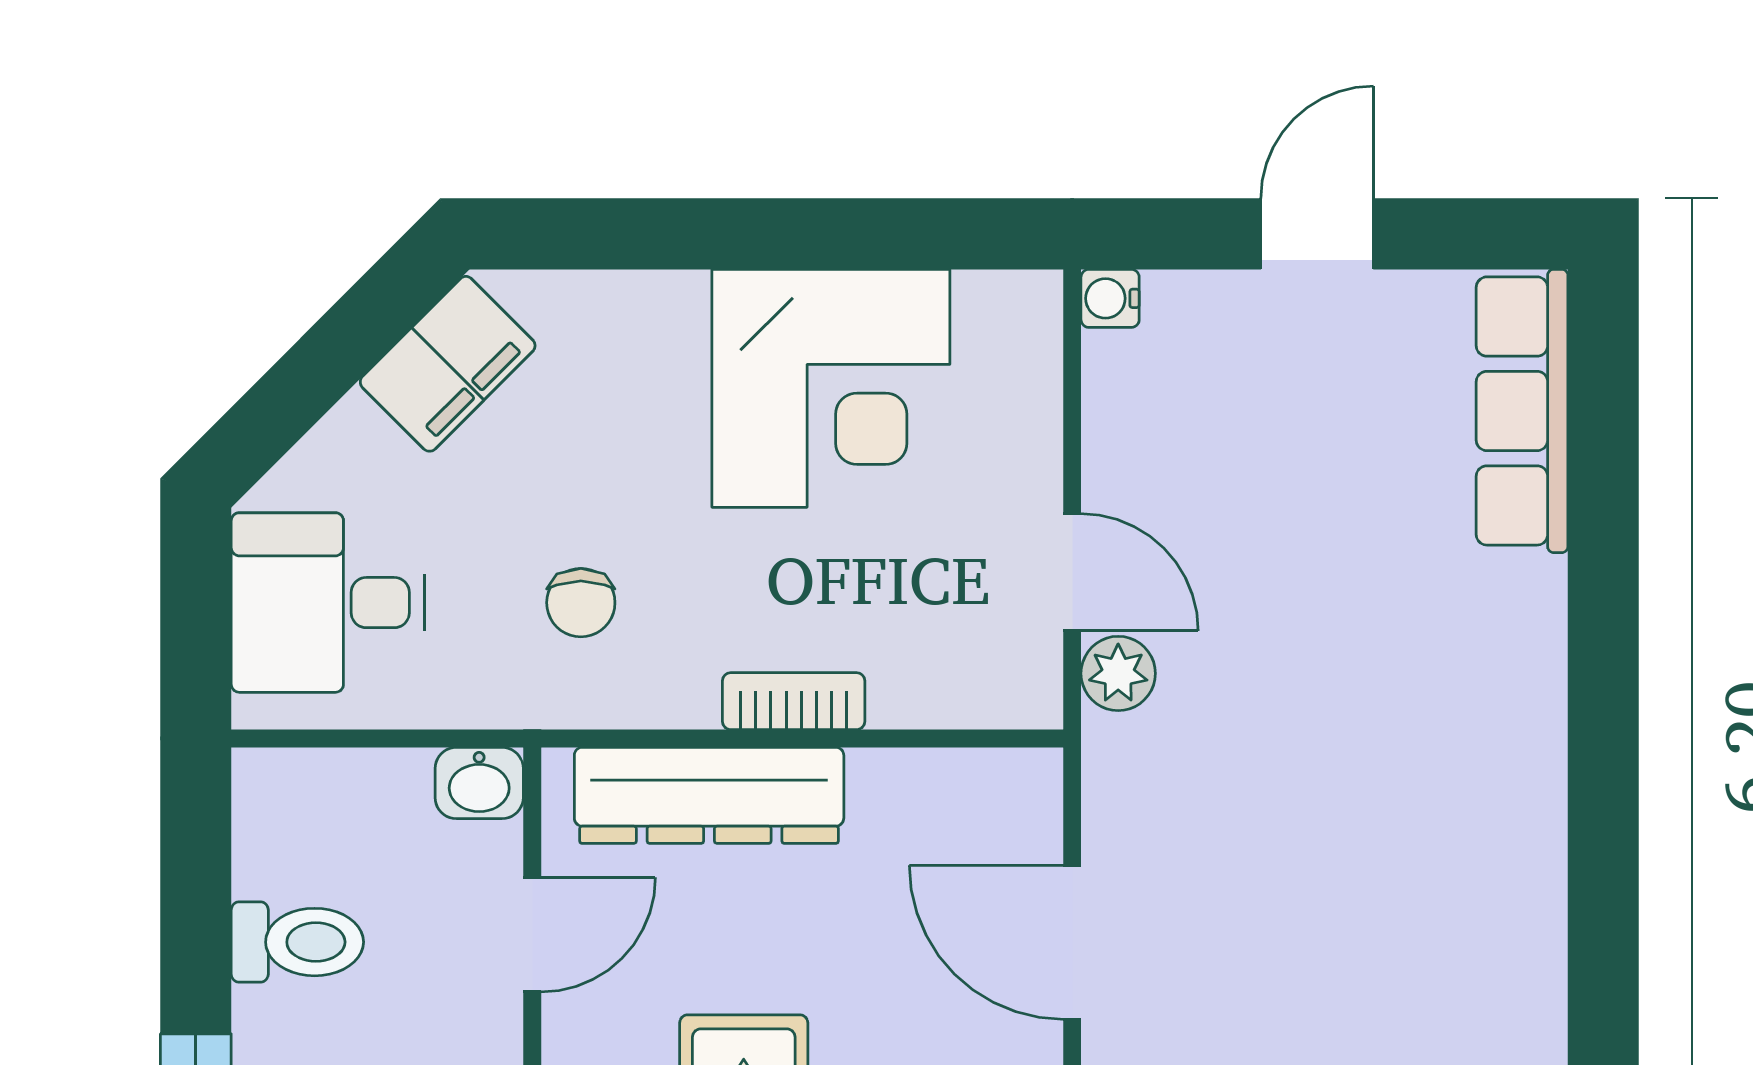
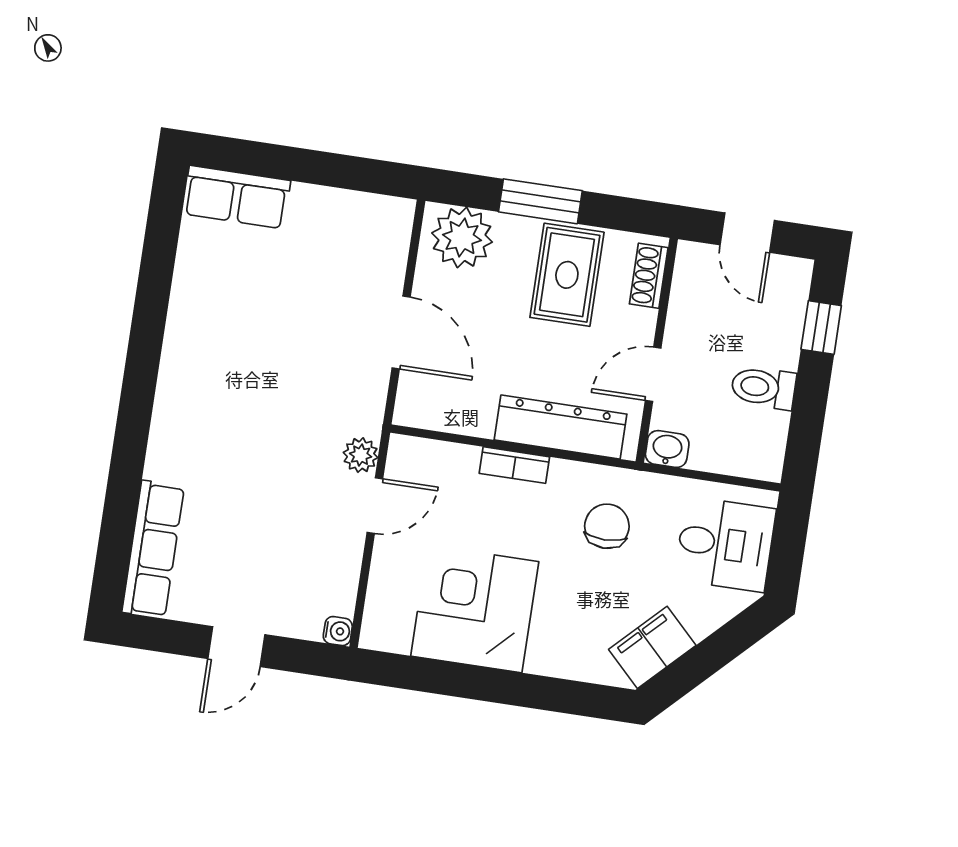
door: (1072, 572) -> (375, 506), swing flipped
chair: (581, 603) -> (607, 526), width x1.37, depth x1.37

